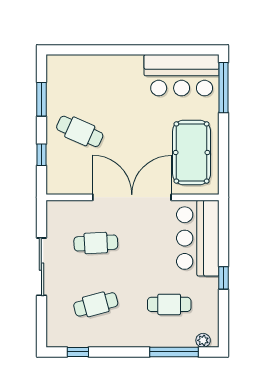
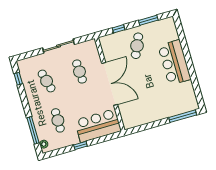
bar counter: (182, 75) -> (174, 62), moved
pool table: (192, 153) -> (143, 109), removed

